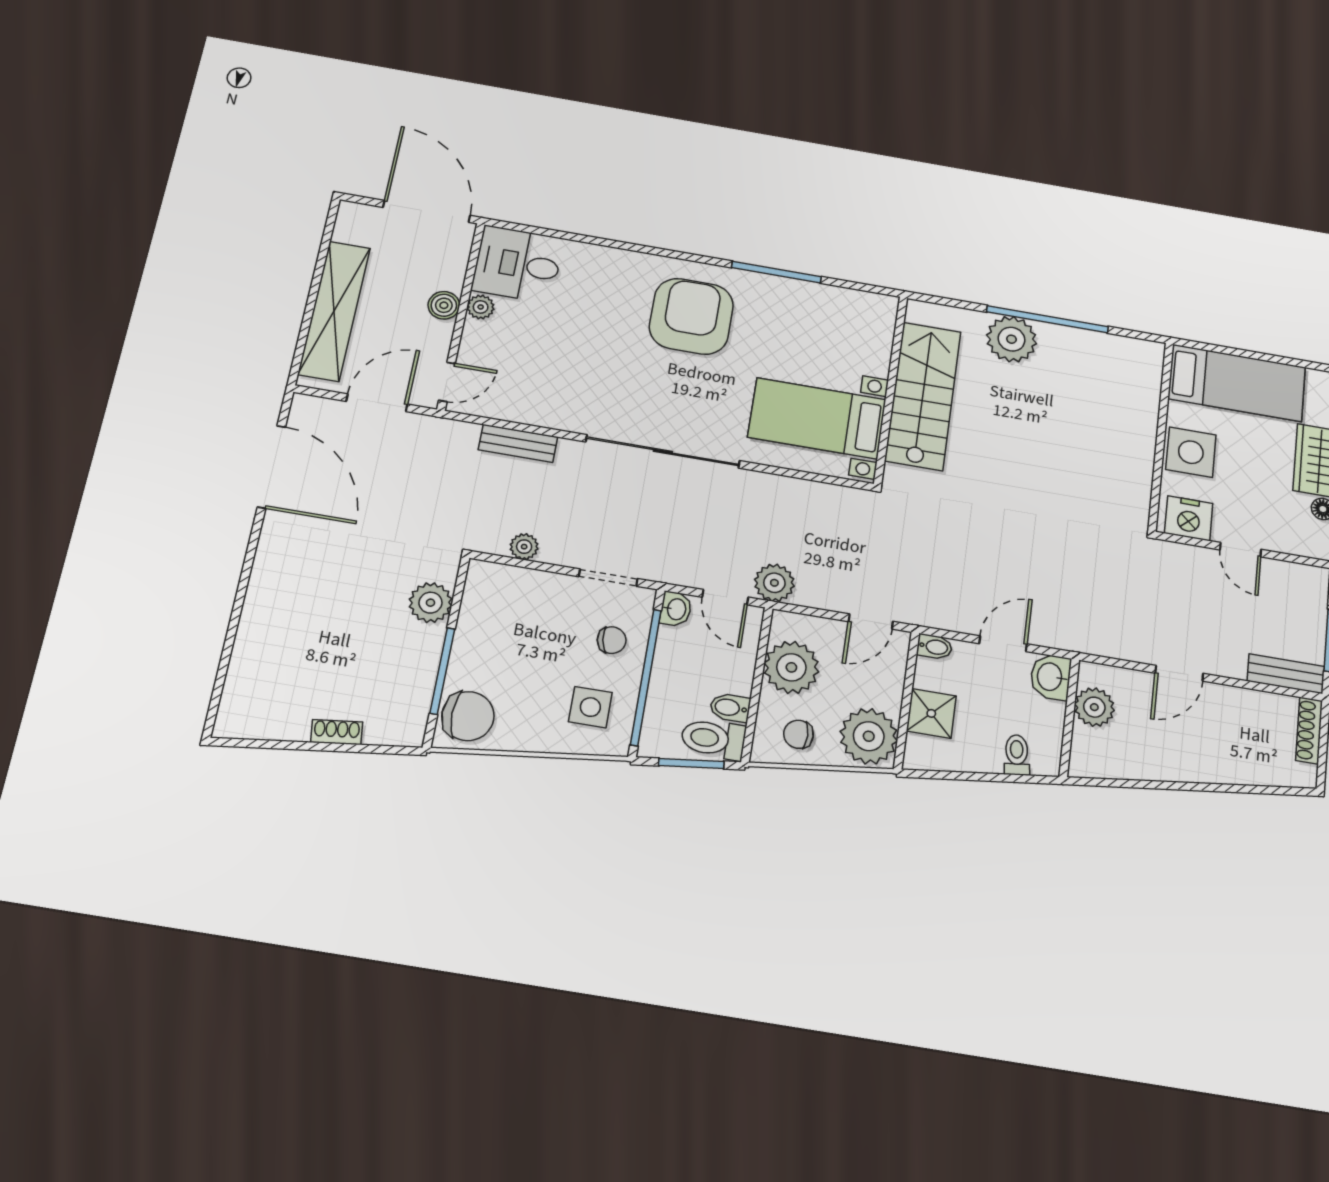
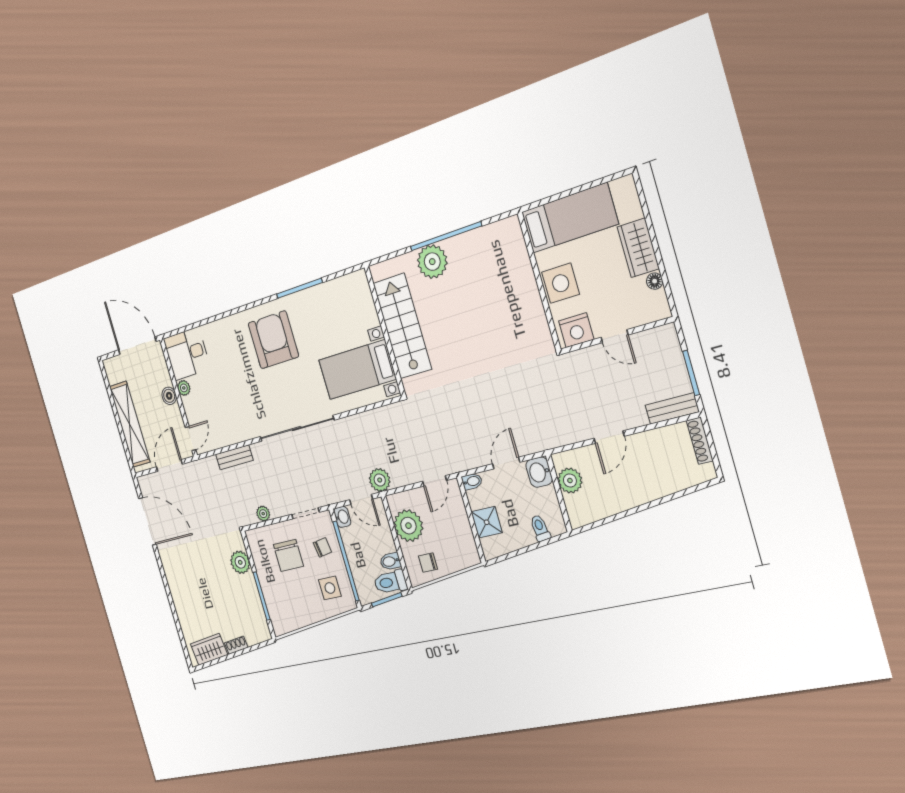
chair: (468, 716) -> (288, 555), moved, turned 90
wardrobe: (270, 719) -> (209, 649), added
plant: (869, 736) -> (462, 549), removed

